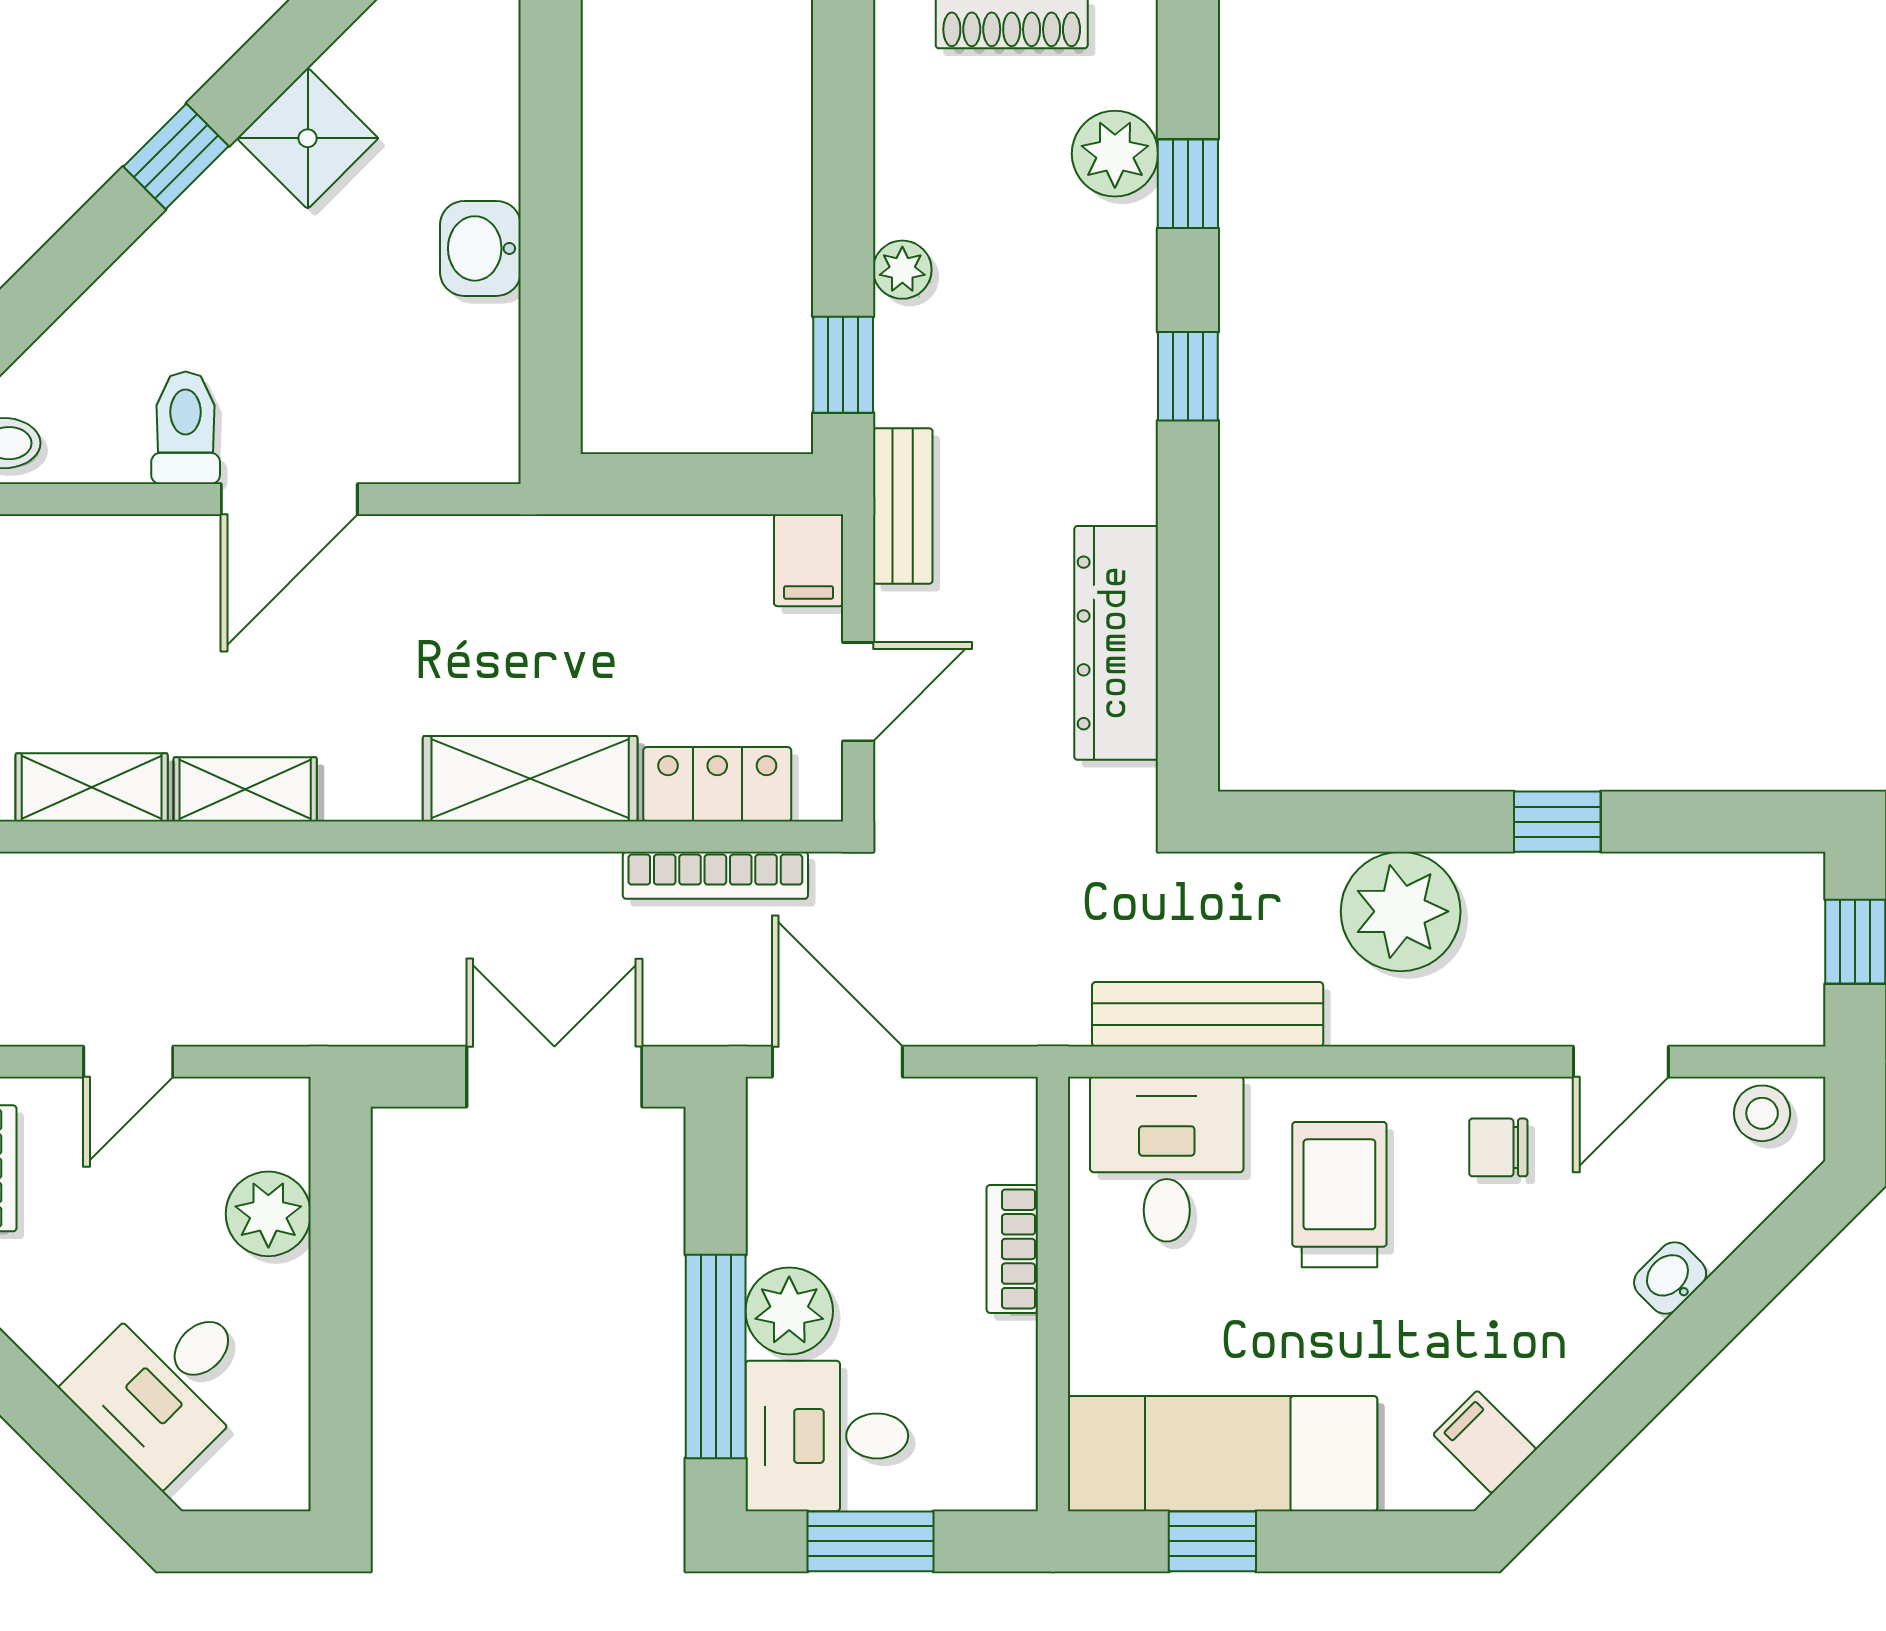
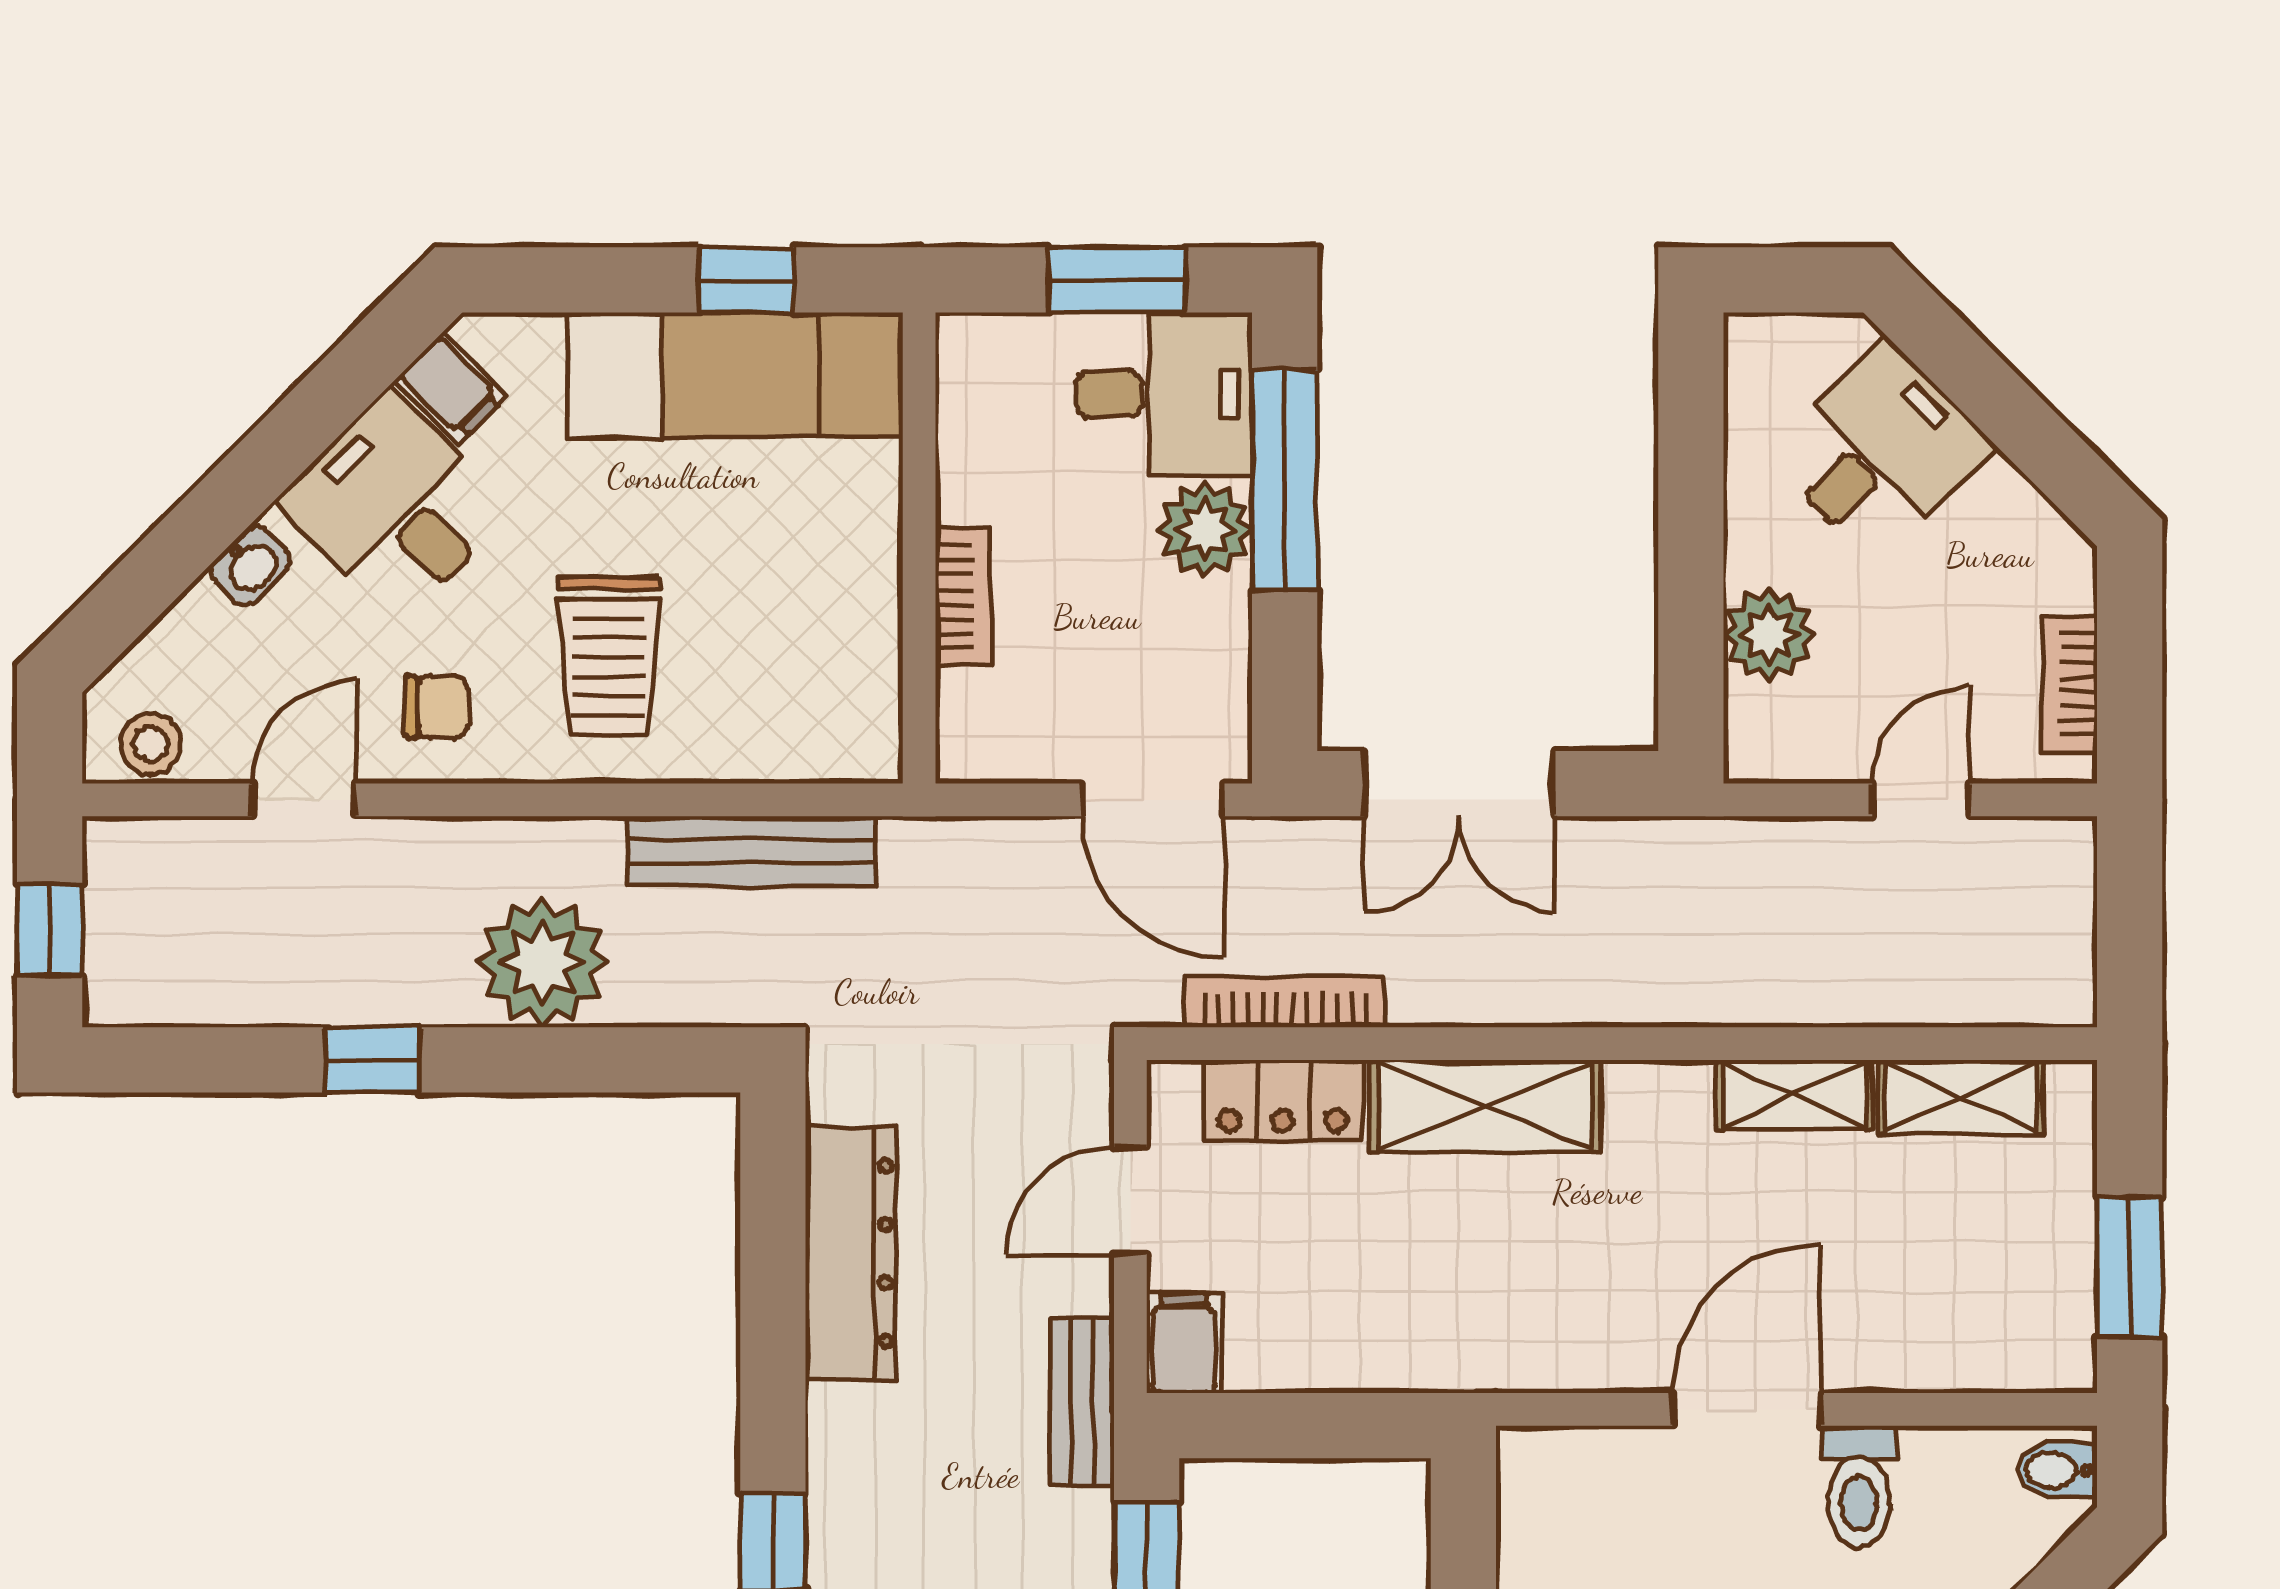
desk: (1167, 1159) -> (395, 506), moved, turned 135

